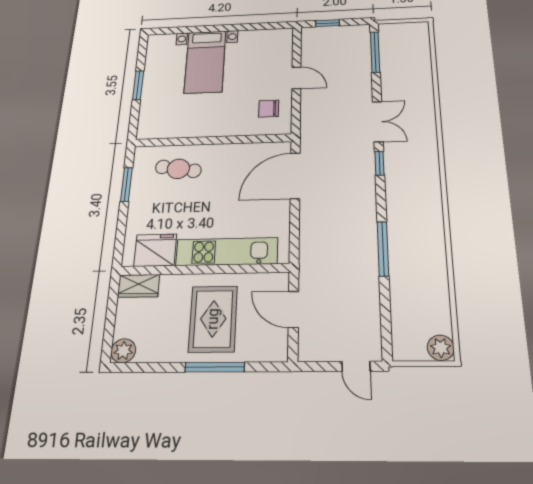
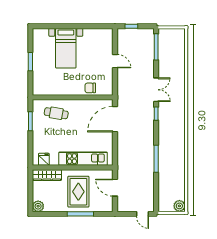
chair: (269, 109) -> (90, 88), moved
fridge: (155, 250) -> (44, 159), width x0.53, depth x0.75
wardrobe: (139, 286) -> (47, 175), width x1.50

